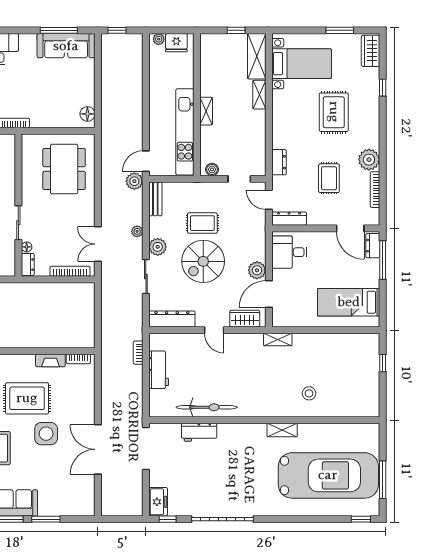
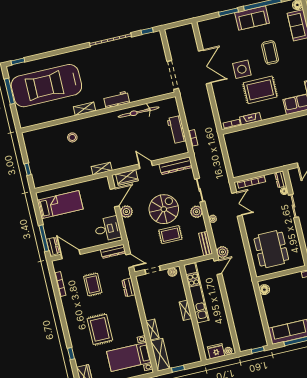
plant: (369, 160) -> (69, 303), removed
workbench: (199, 432) -> (117, 100), moved
freezer: (158, 502) -> (156, 41), removed

